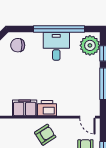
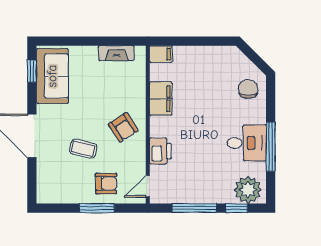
window: (59, 29) -> (271, 147), width x0.68
printer: (47, 108) -> (160, 151), moved

